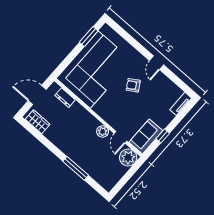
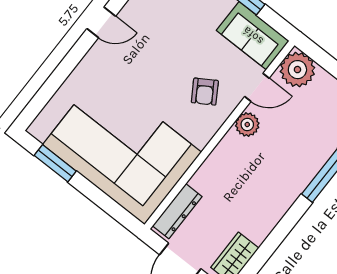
armchair: (133, 85) -> (205, 92), moved
dresser: (65, 98) -> (177, 211), width x1.44

